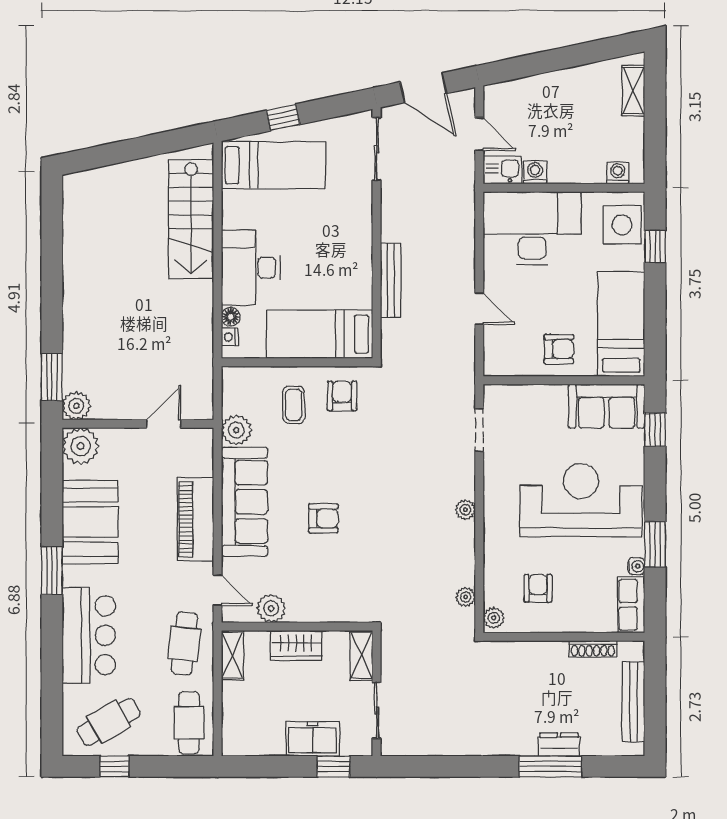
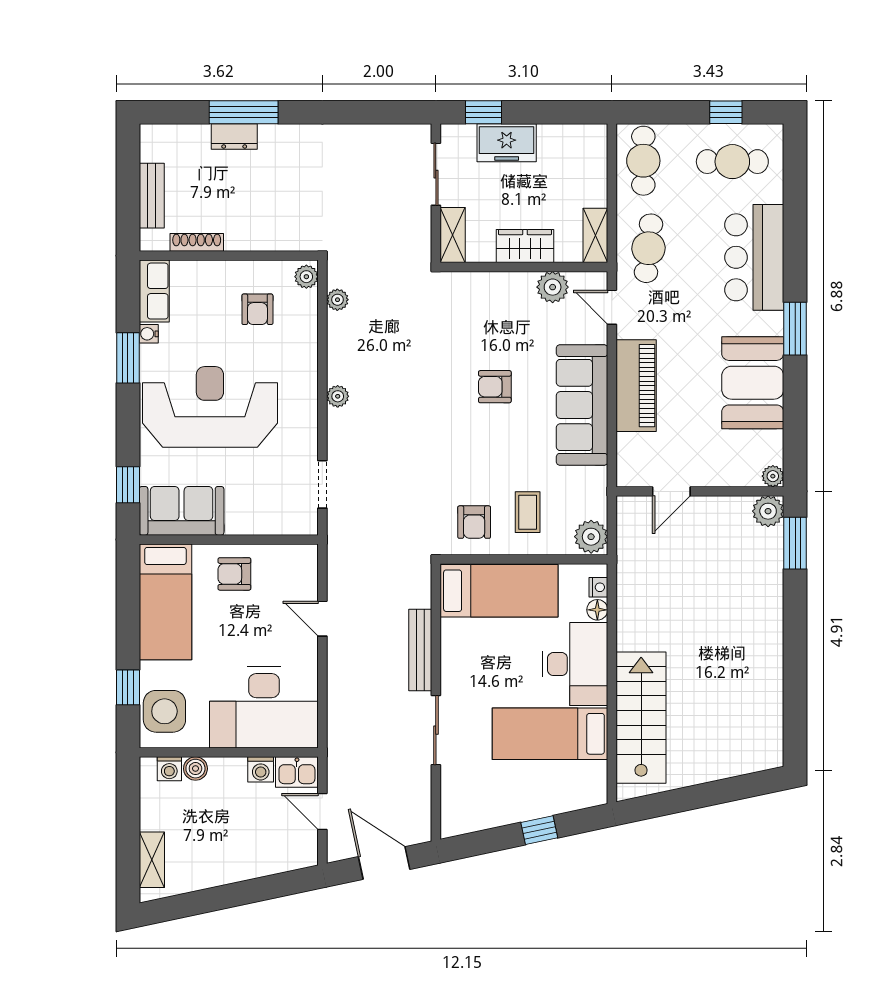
sliding door: (377, 149) -> (436, 730), moved
bed: (273, 165) -> (550, 734), moved
boiler: (594, 173) -> (195, 769), added
plant: (236, 430) -> (591, 537), moved
plant: (81, 446) -> (773, 476), width x0.53, depth x0.53
reception desk: (581, 500) -> (210, 407), turned 180
bench: (634, 702) -> (152, 196), width x0.73
cafe table: (109, 722) -> (732, 162), turned 30

